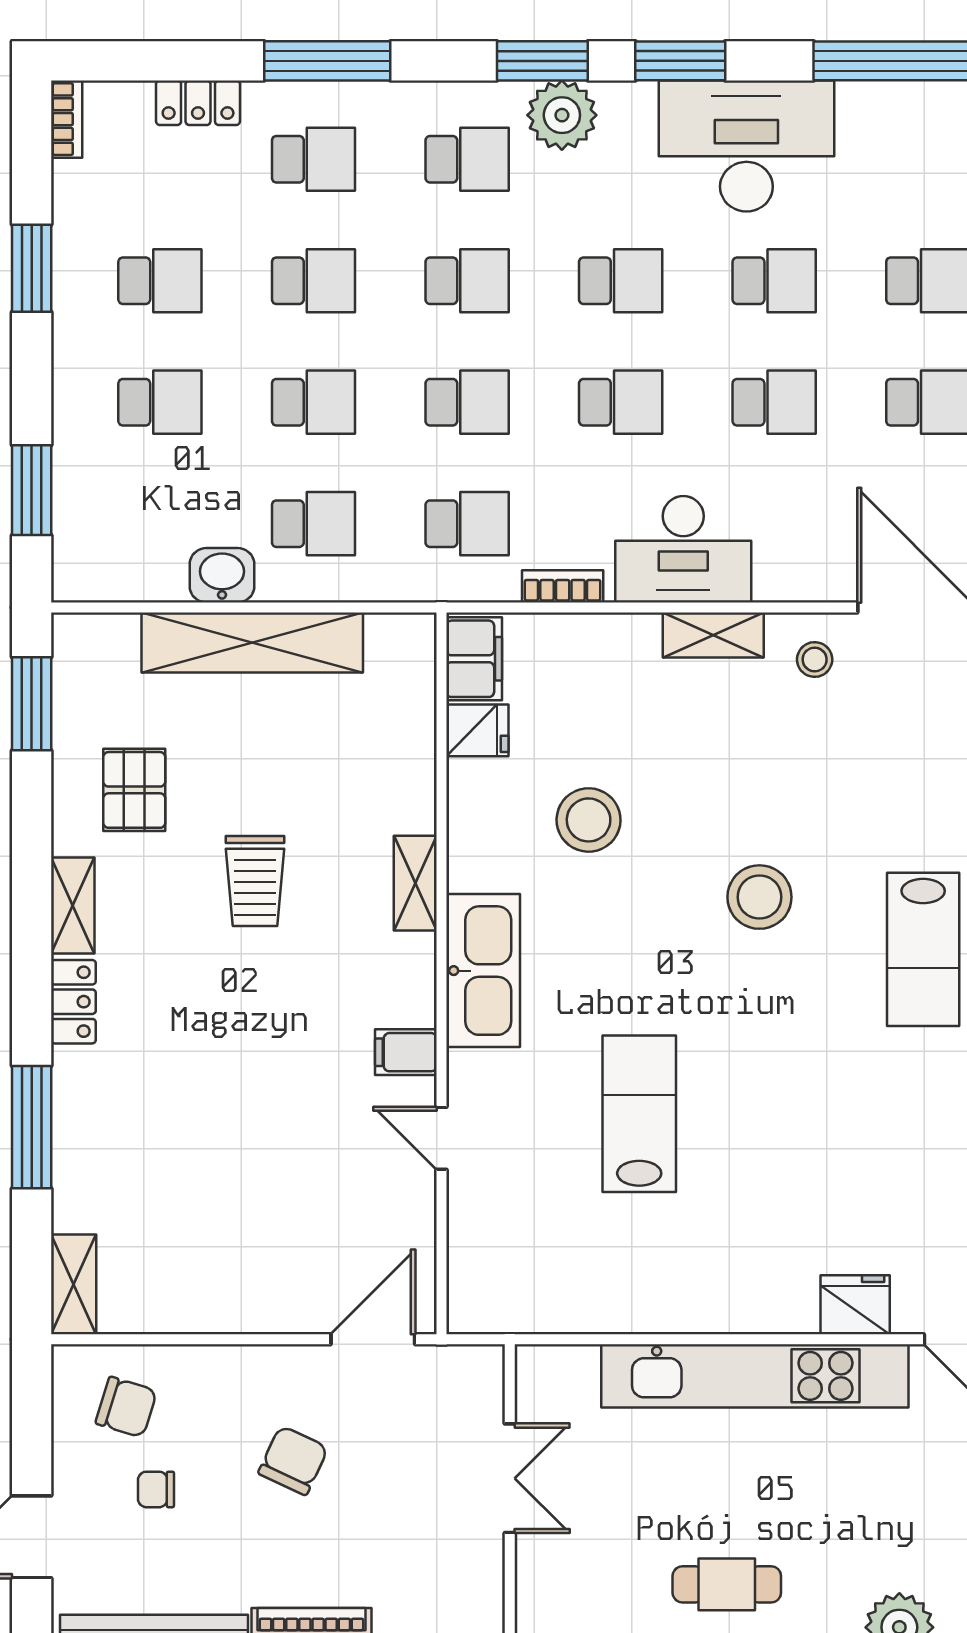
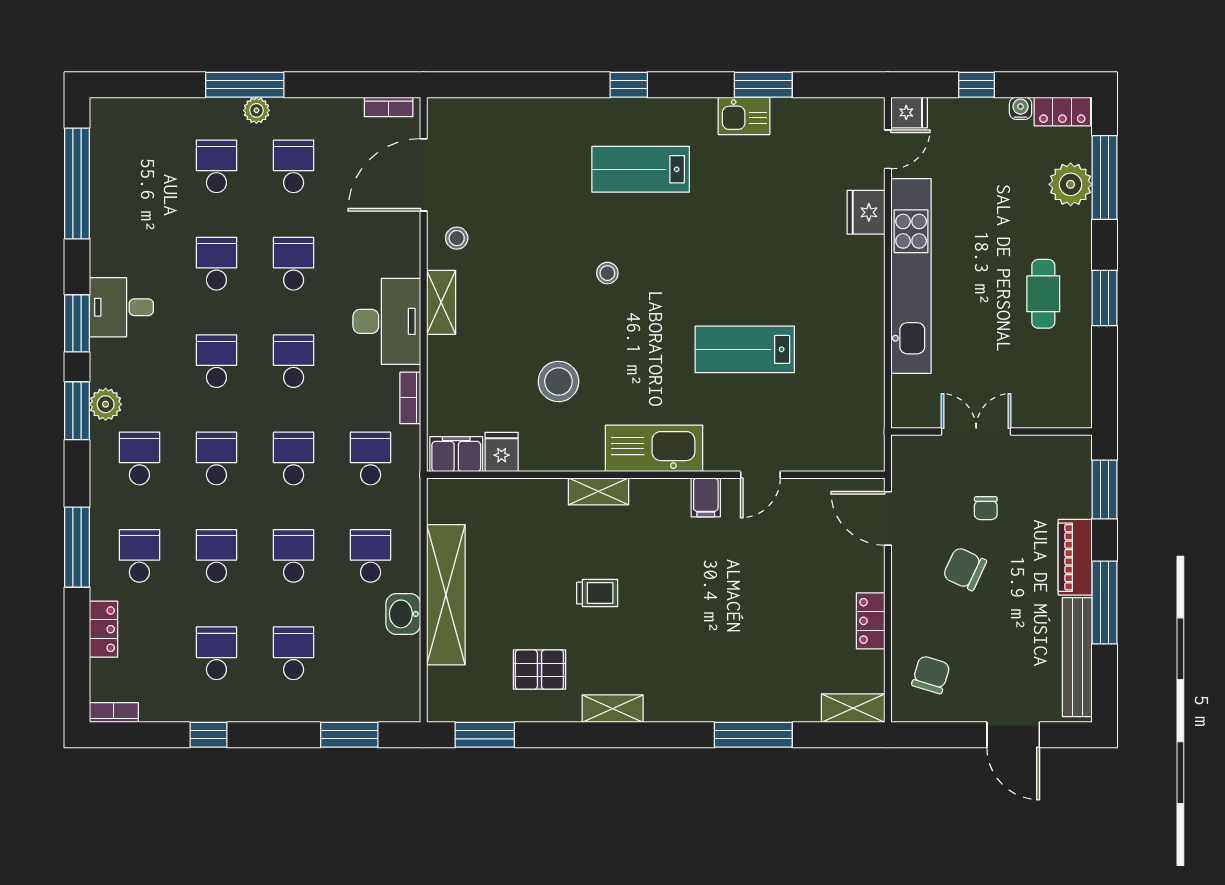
plant: (562, 115) -> (106, 404), width x0.73, depth x0.73
desk: (746, 146) -> (121, 307), width x0.53, depth x0.77
window: (32, 268) -> (209, 735), width x0.67
trolley: (255, 881) -> (597, 593), width x0.73, depth x0.72
stool: (759, 897) -> (607, 273), width x0.53, depth x0.53
lab bench: (923, 949) -> (641, 169), turned 180
locker: (73, 1002) -> (871, 621), moved, turned -90
chair: (156, 1489) -> (986, 508), moved

